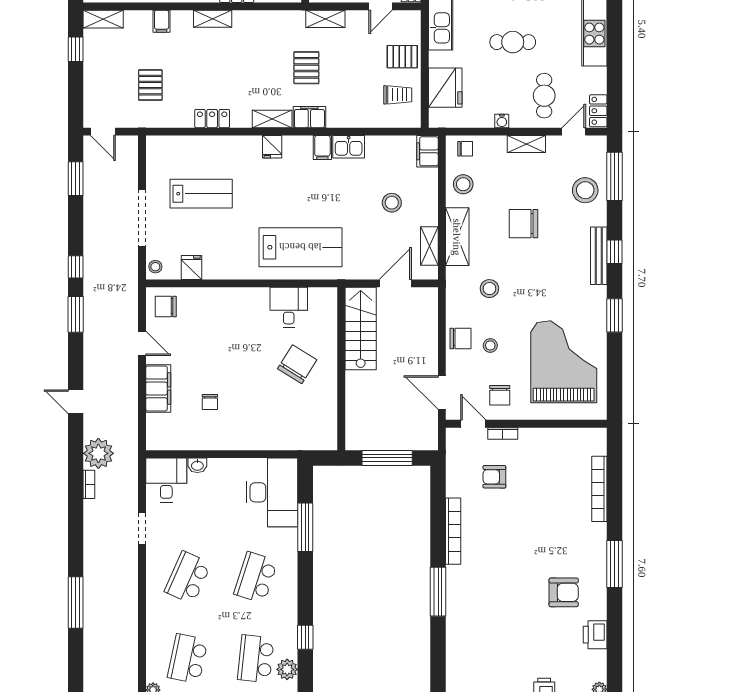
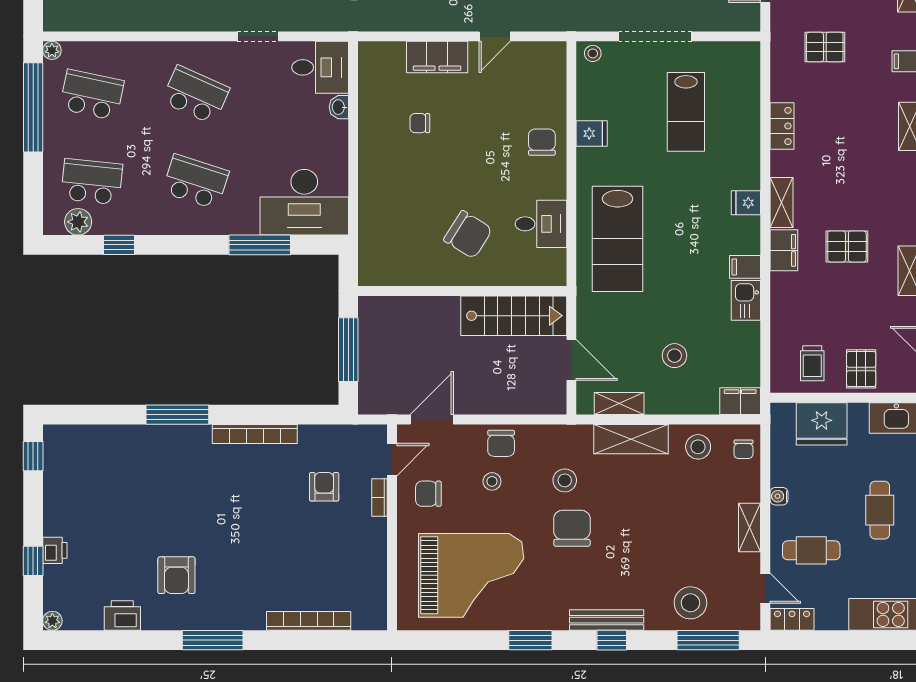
chair: (523, 224) -> (572, 528), moved
fridge: (192, 268) -> (592, 133), moved
chair: (166, 306) -> (542, 142), moved

